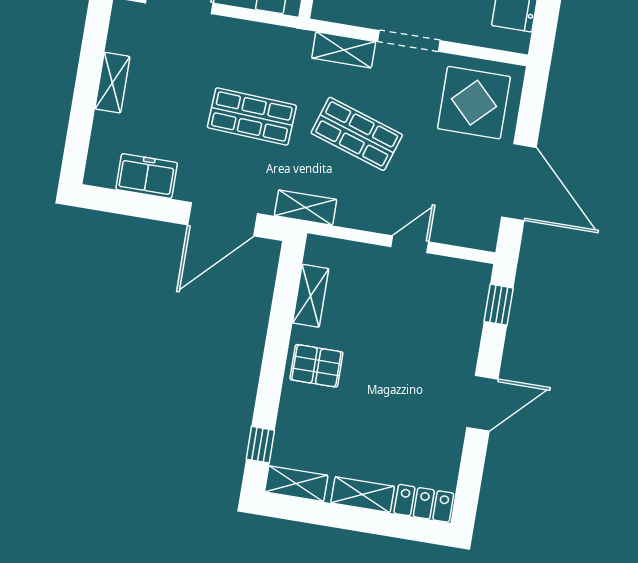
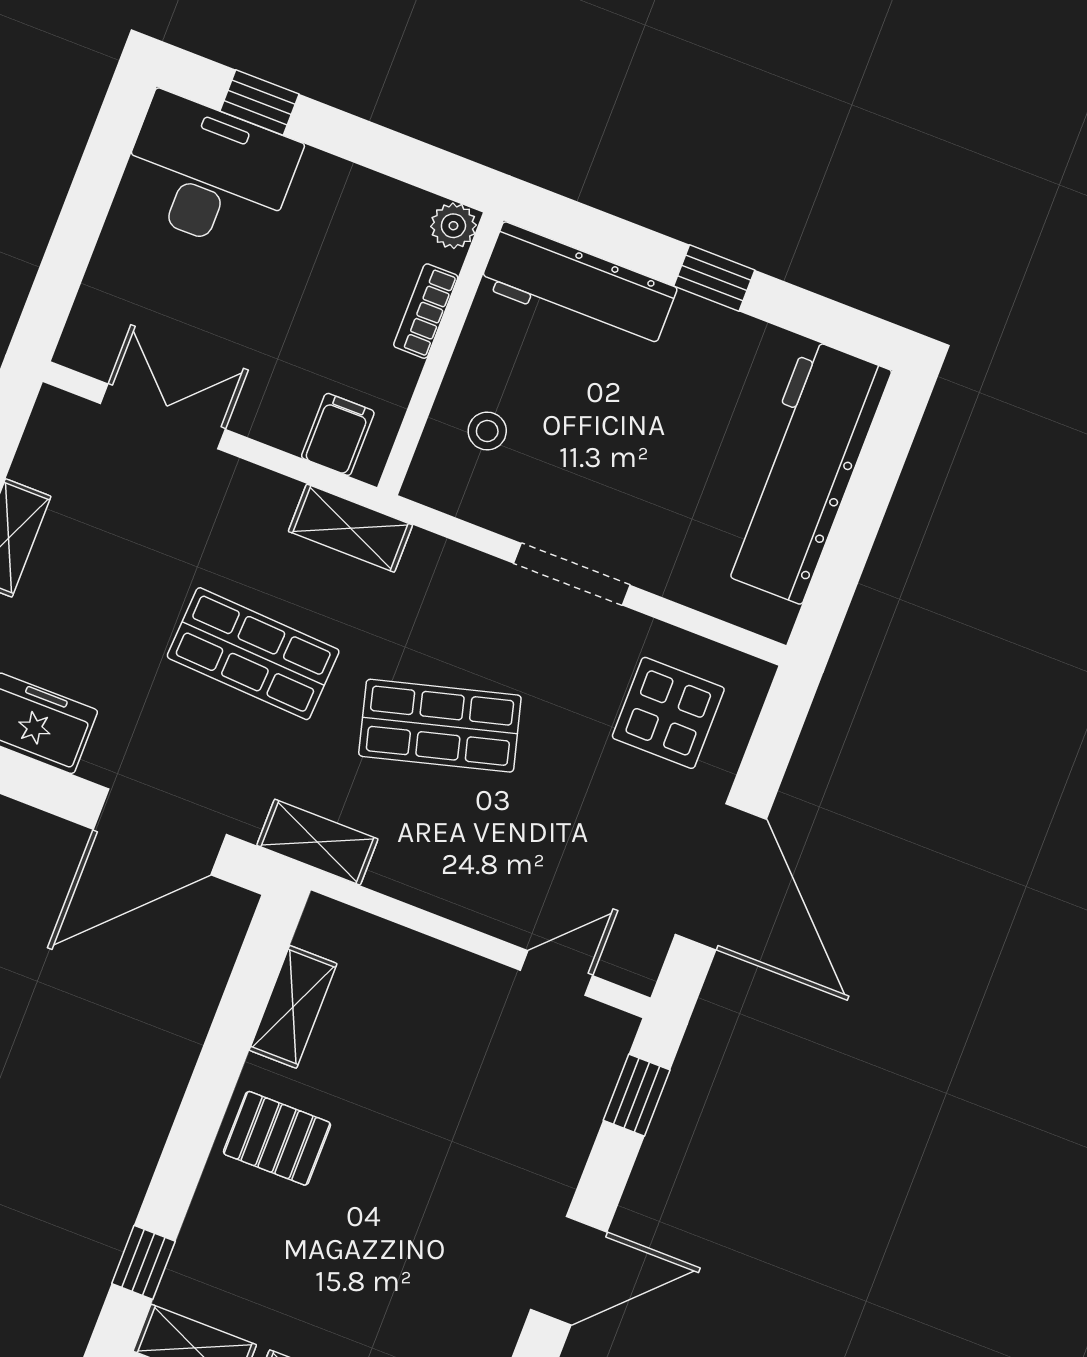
shelving: (344, 50) -> (350, 528), moved
display table: (474, 103) -> (668, 713), width x0.73, depth x0.73
shop shelf: (357, 134) -> (440, 726), turned -33
door: (410, 244) -> (556, 973), moved

